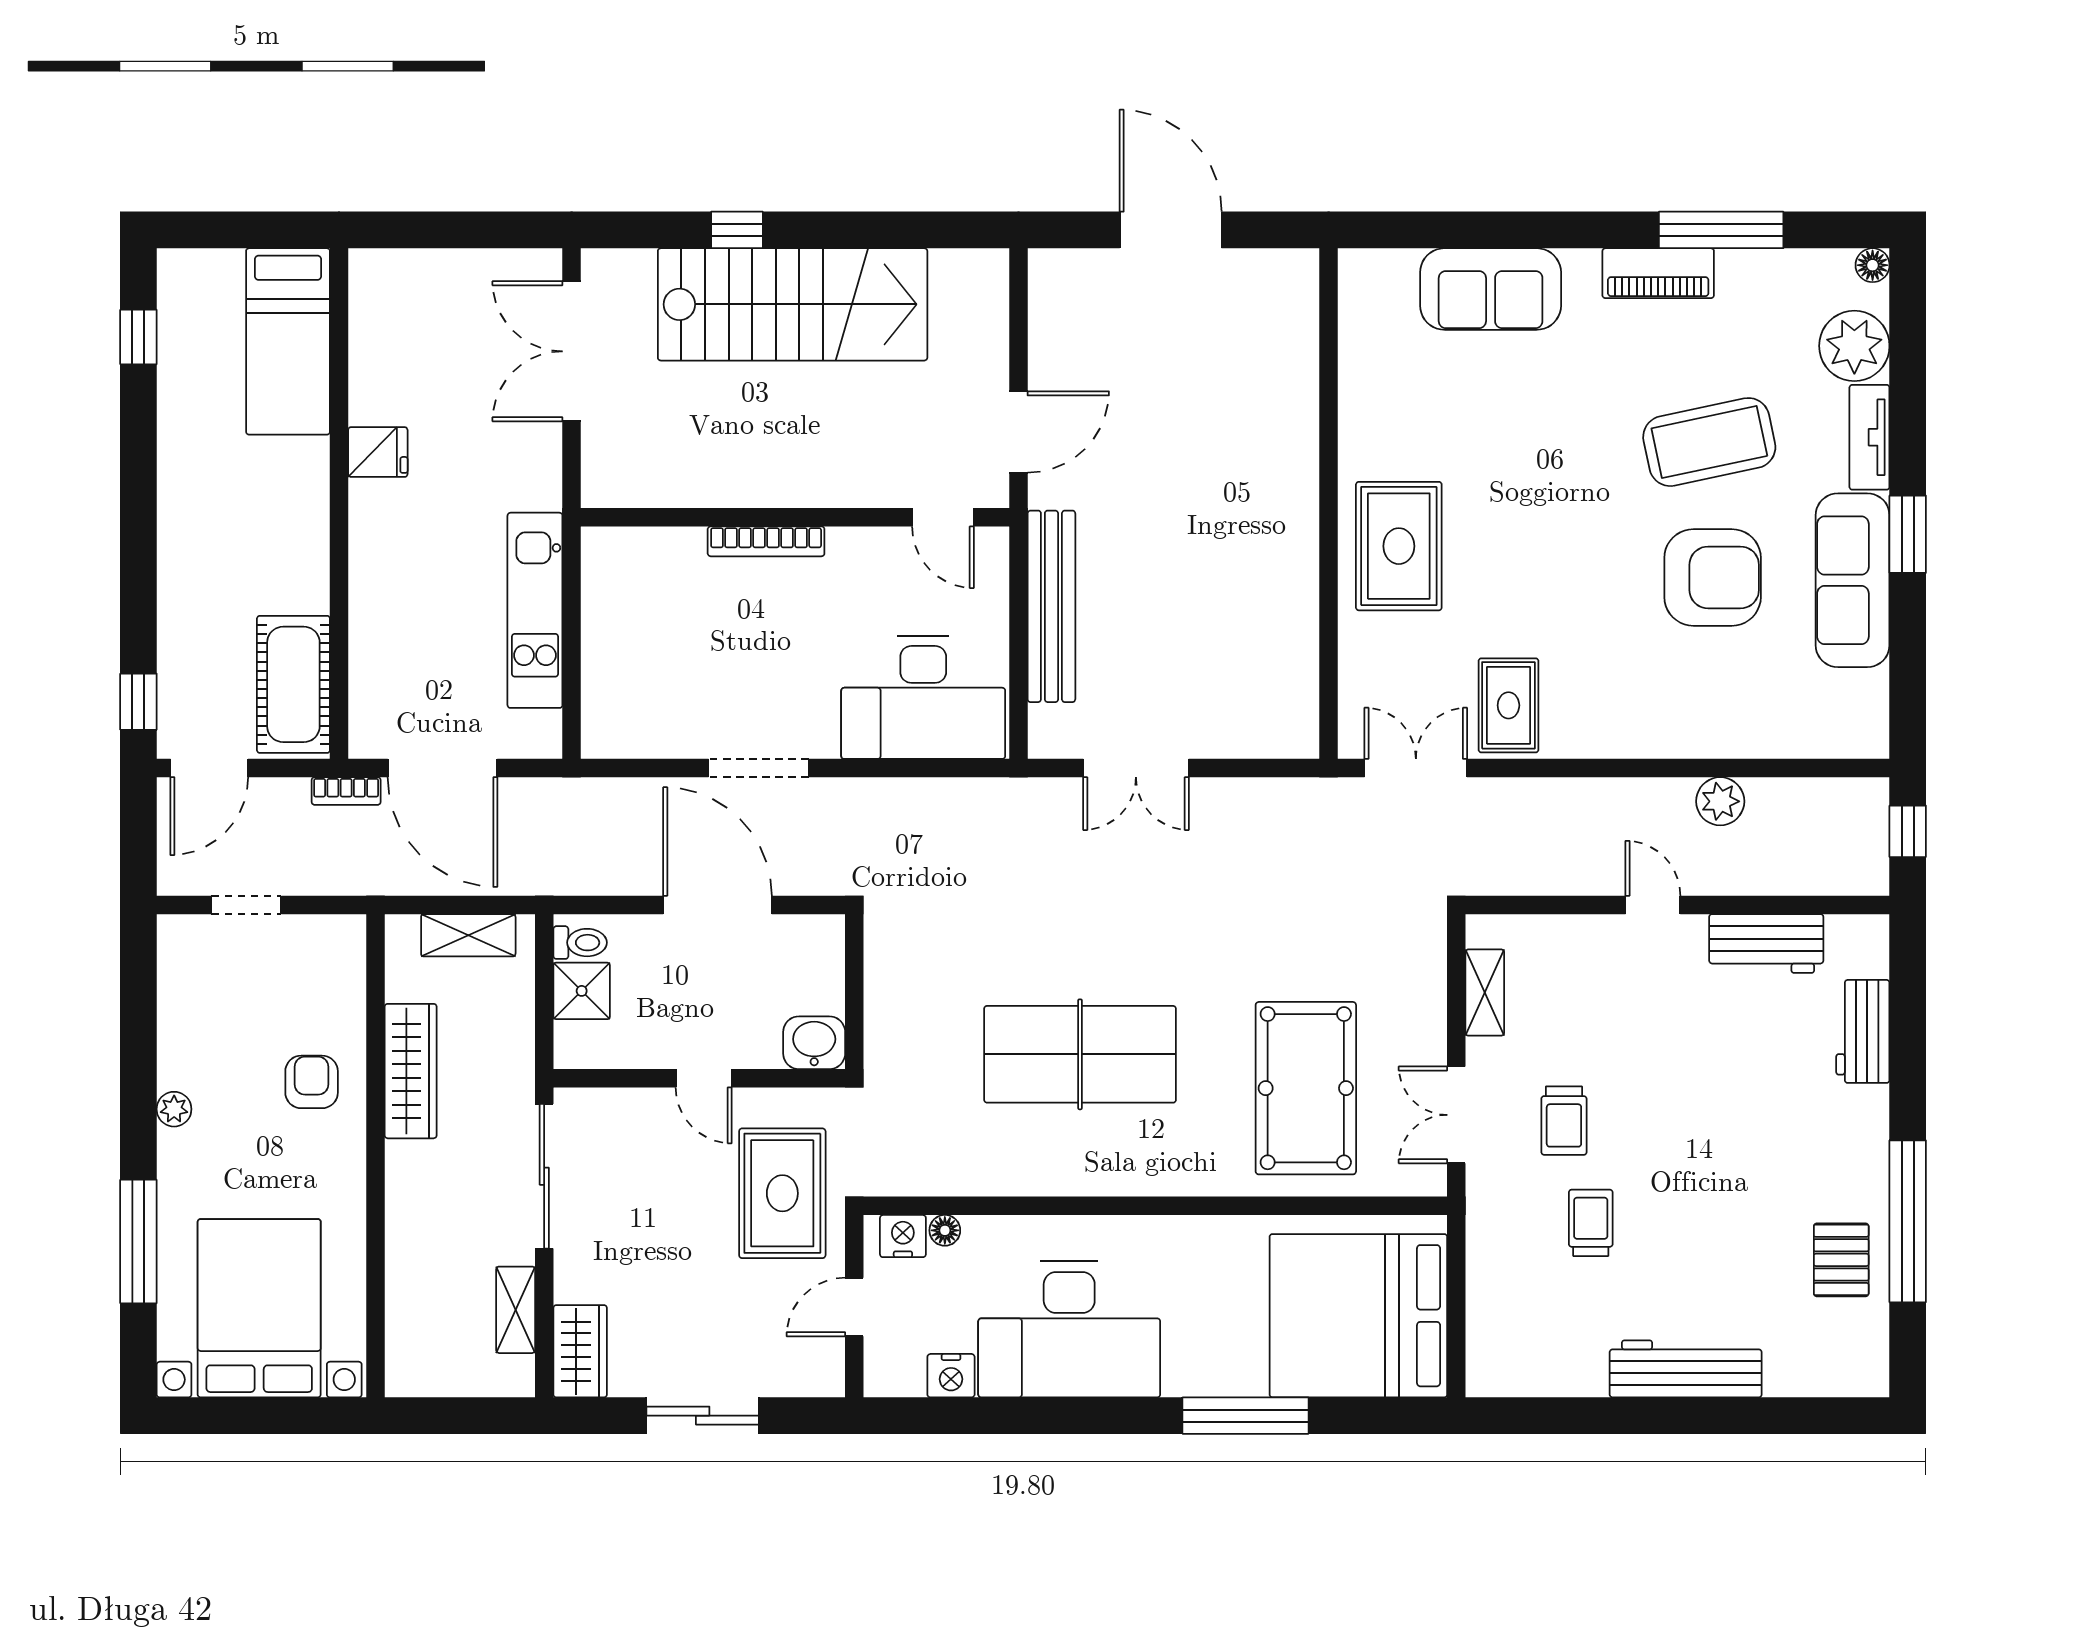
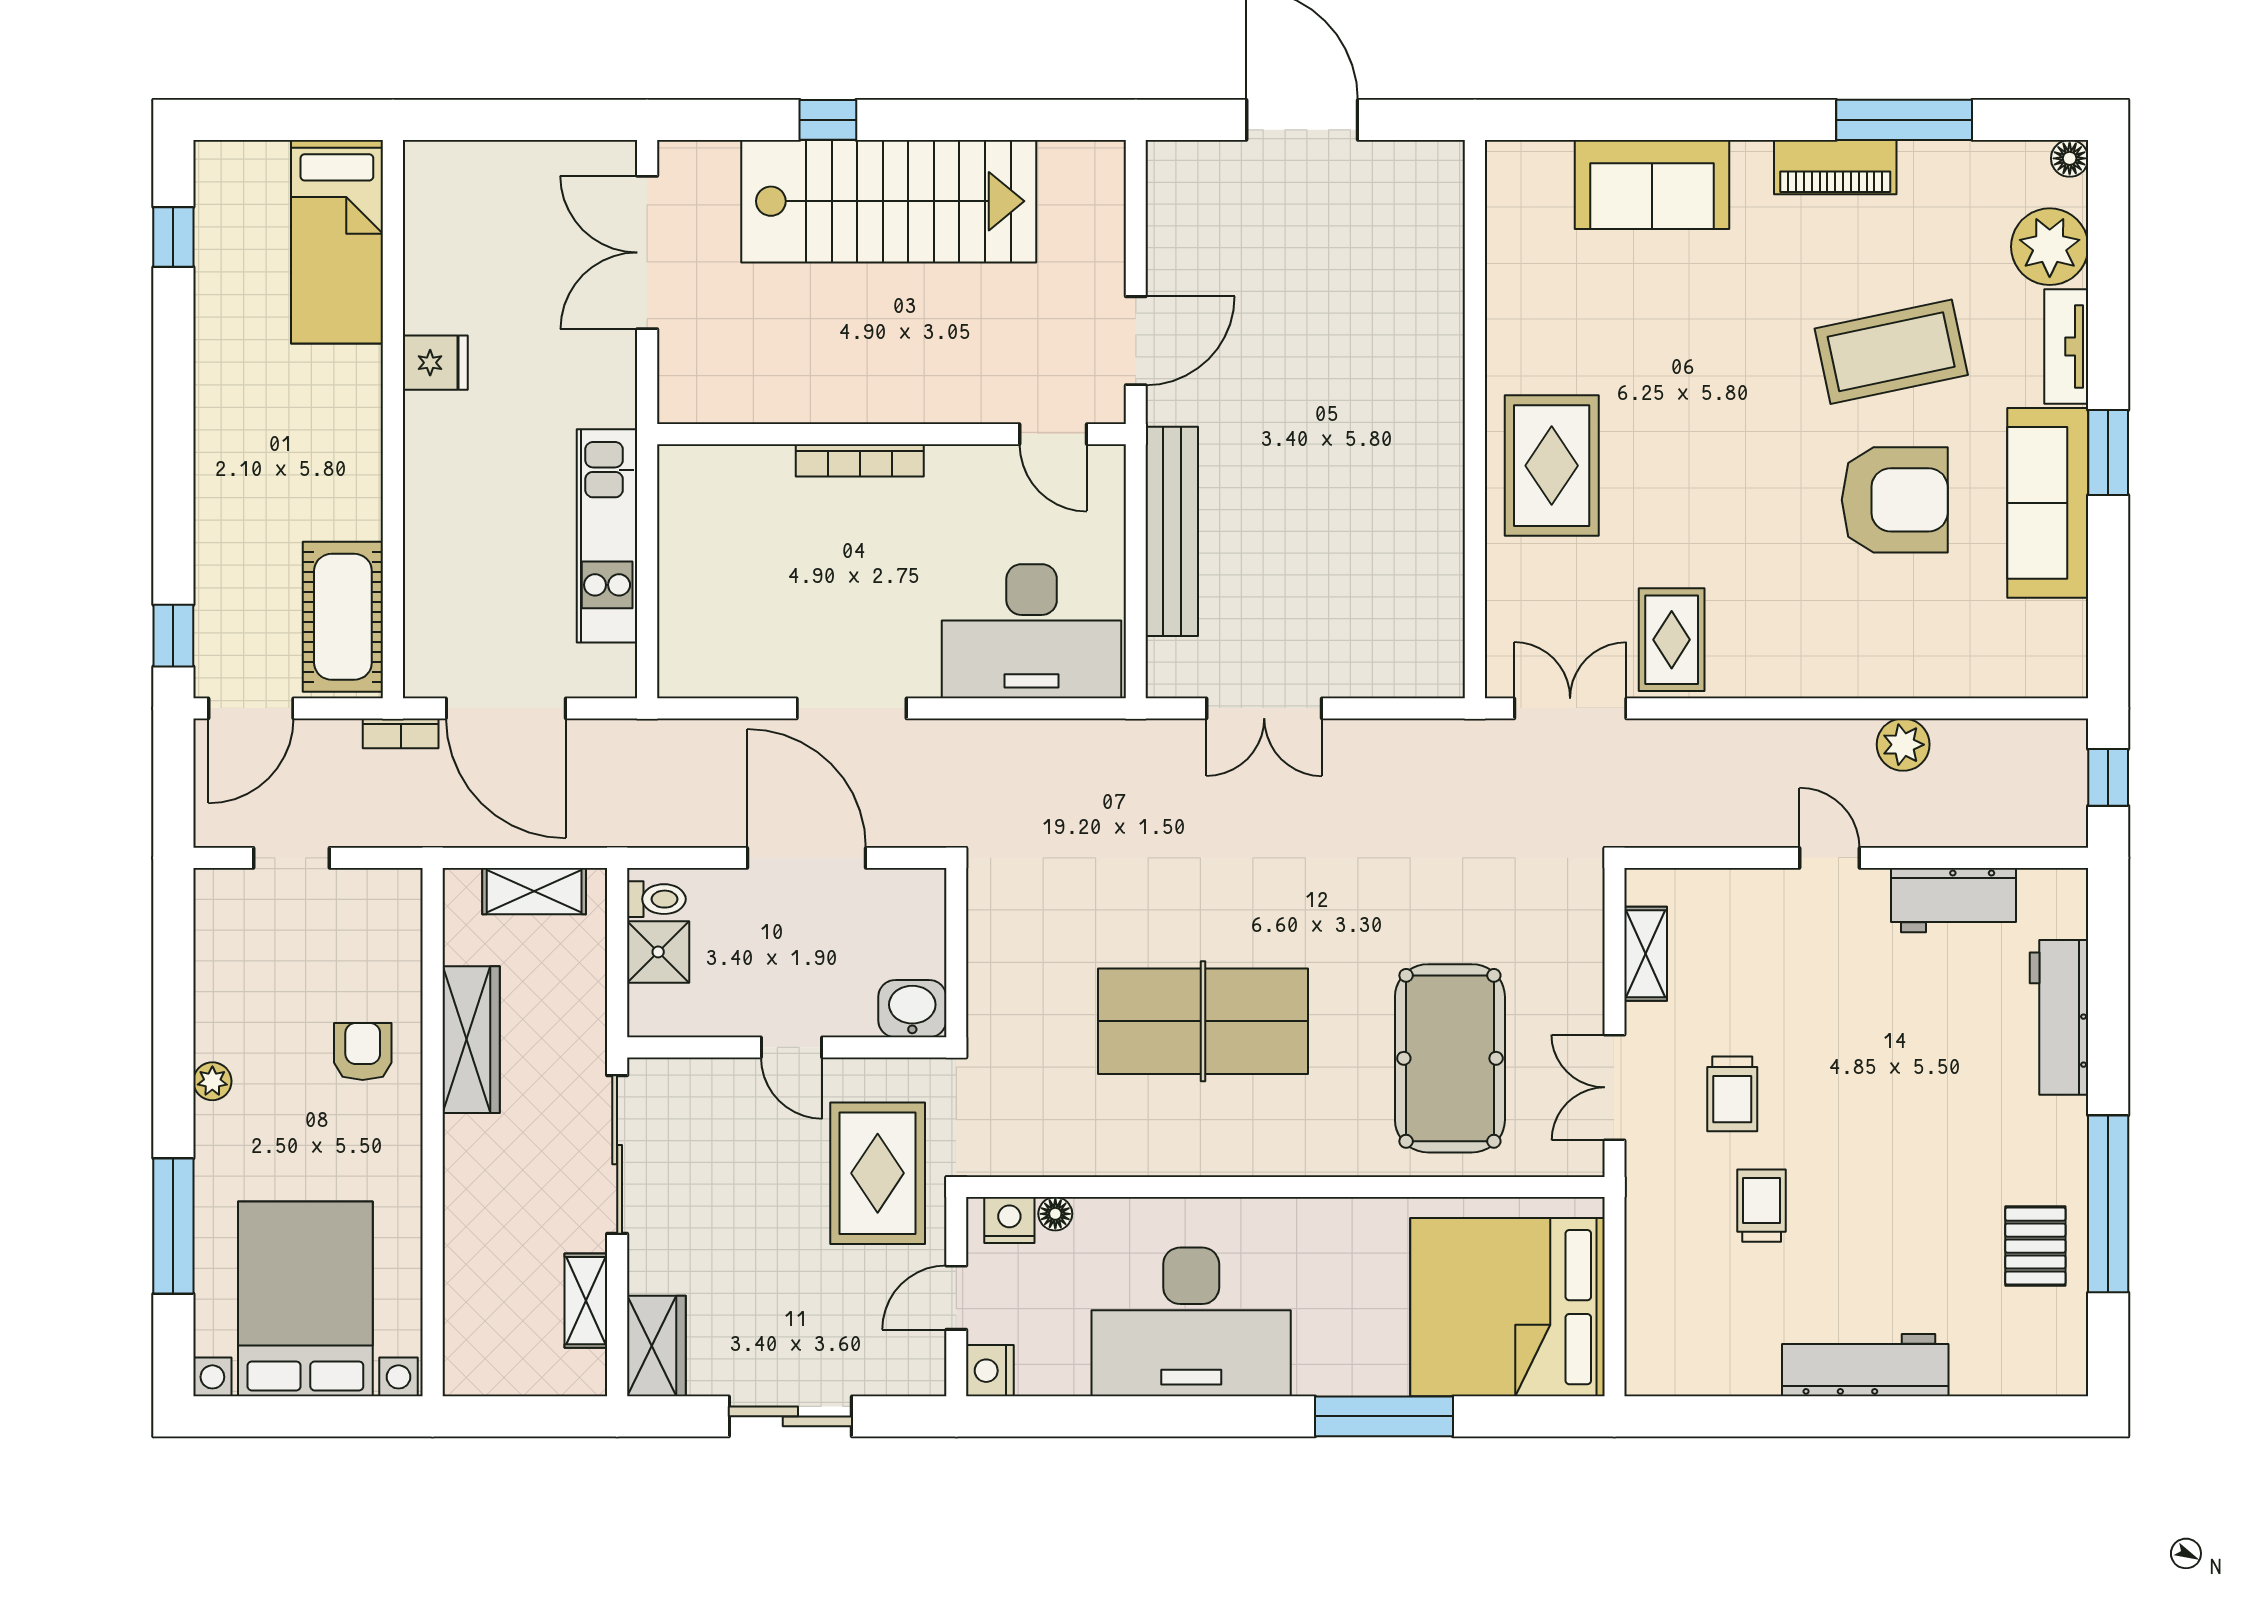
workbench: (1863, 1031) -> (2059, 1017), width x1.38
nightstand: (951, 1376) -> (990, 1371), moved, turned 90

